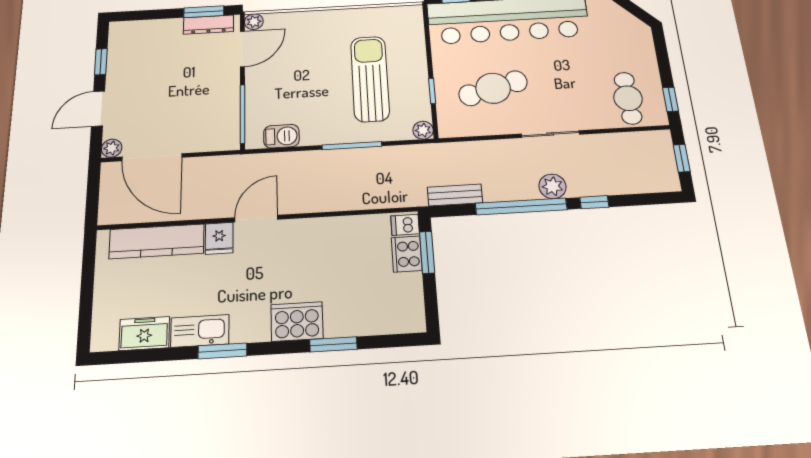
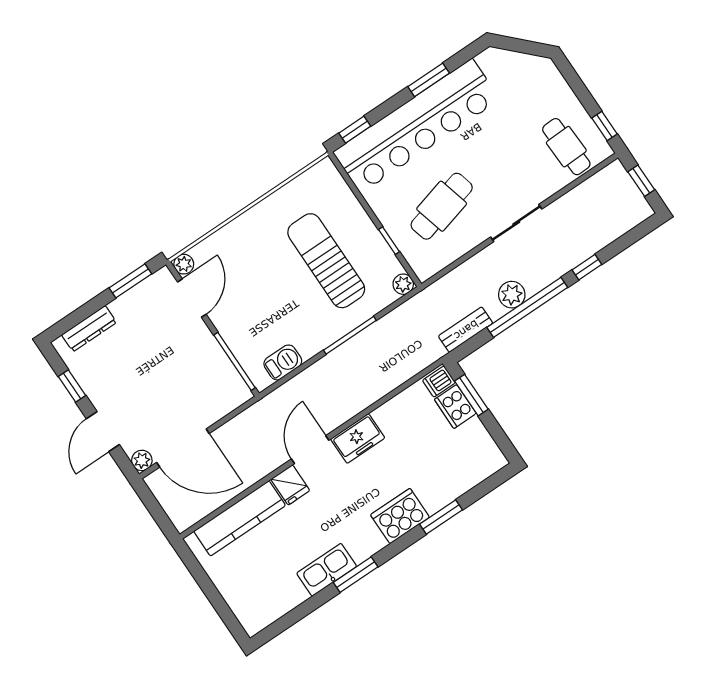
dresser: (209, 25) -> (89, 329), moved
plant: (552, 186) -> (512, 295), moved
freezer: (144, 333) -> (358, 438), moved, turned 180

